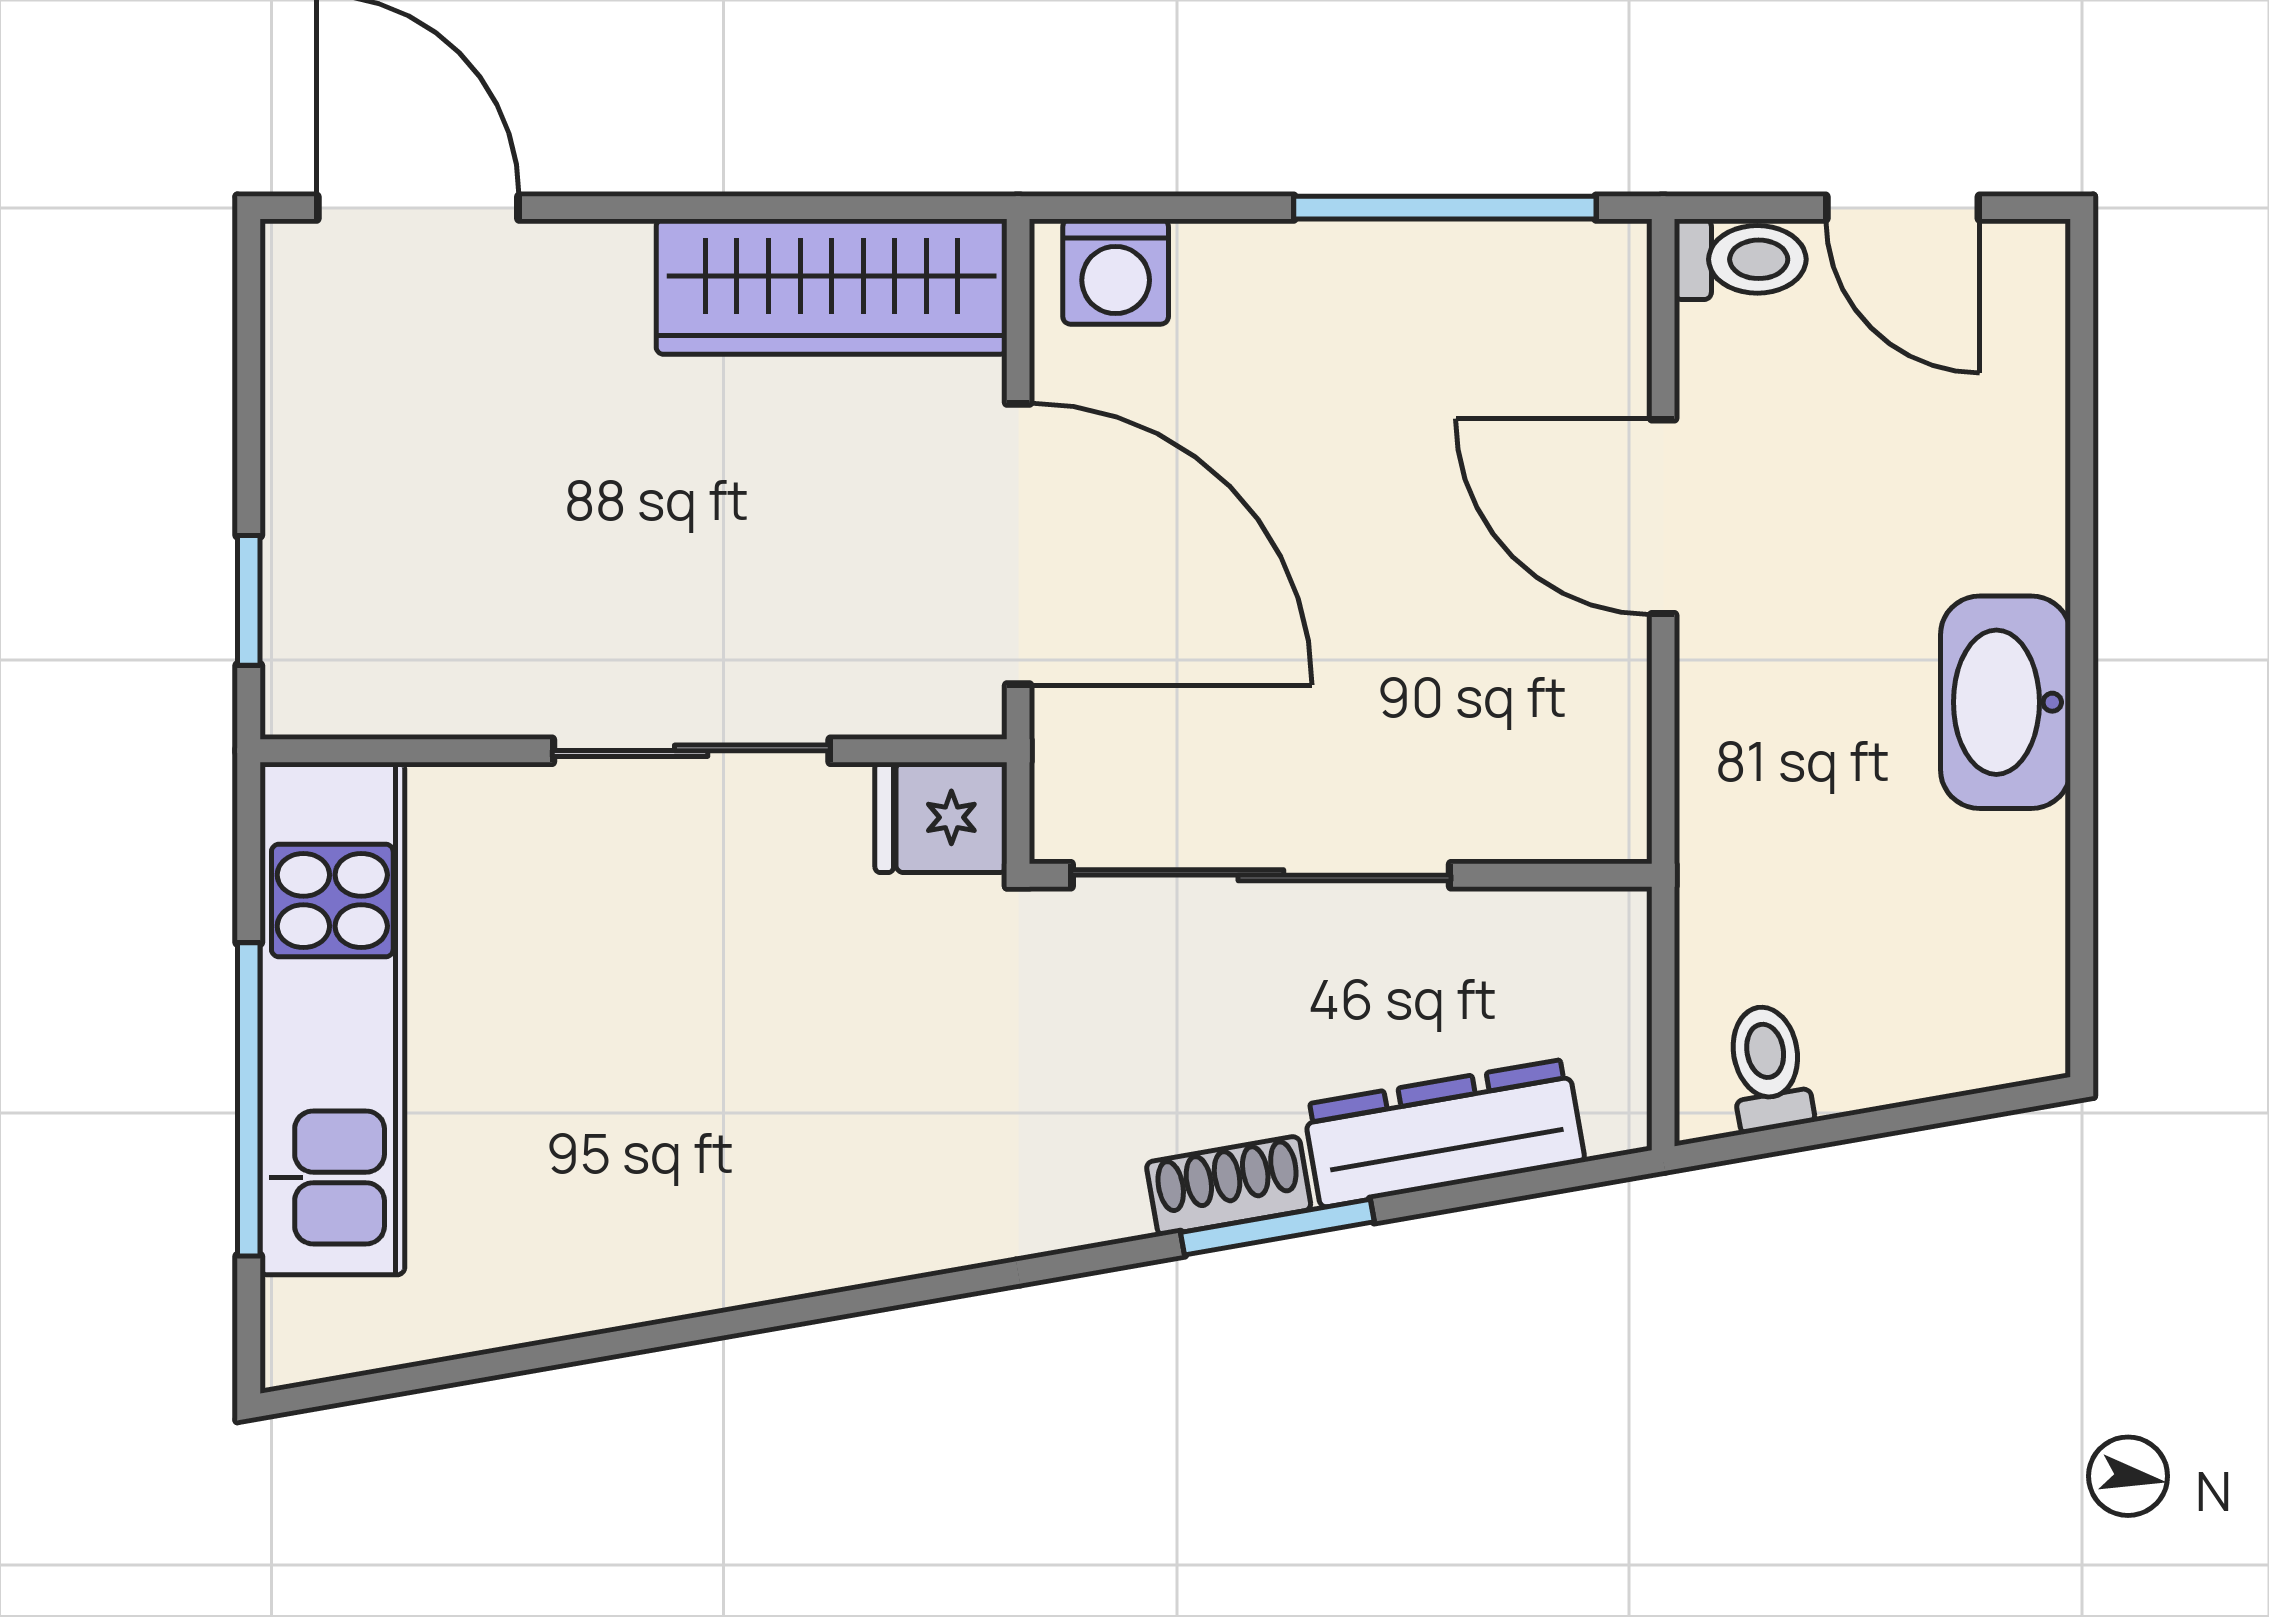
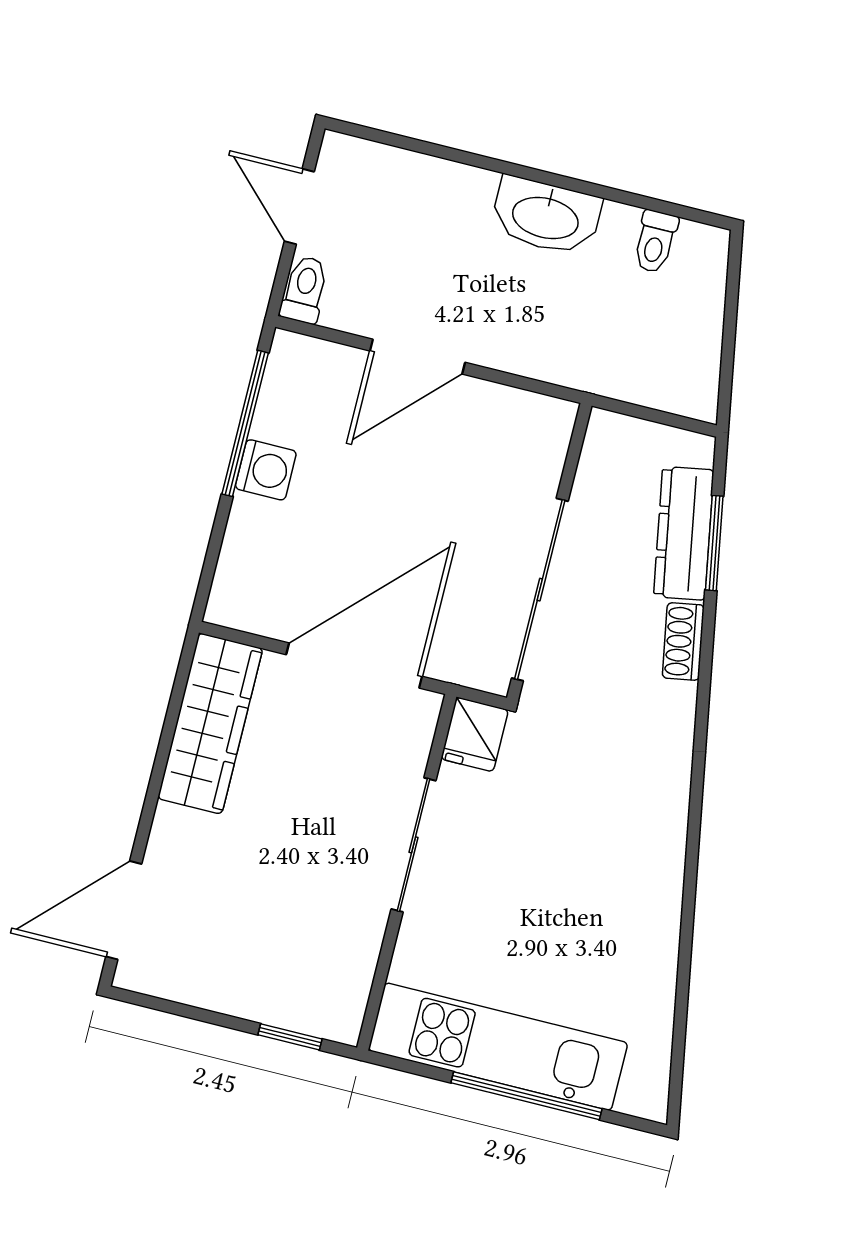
door: (1903, 208) -> (299, 207), swing flipped
washing machine: (1116, 272) -> (266, 470), moved
toilet: (1768, 1068) -> (655, 242), moved, turned -80
window: (1277, 1227) -> (714, 543), moved

